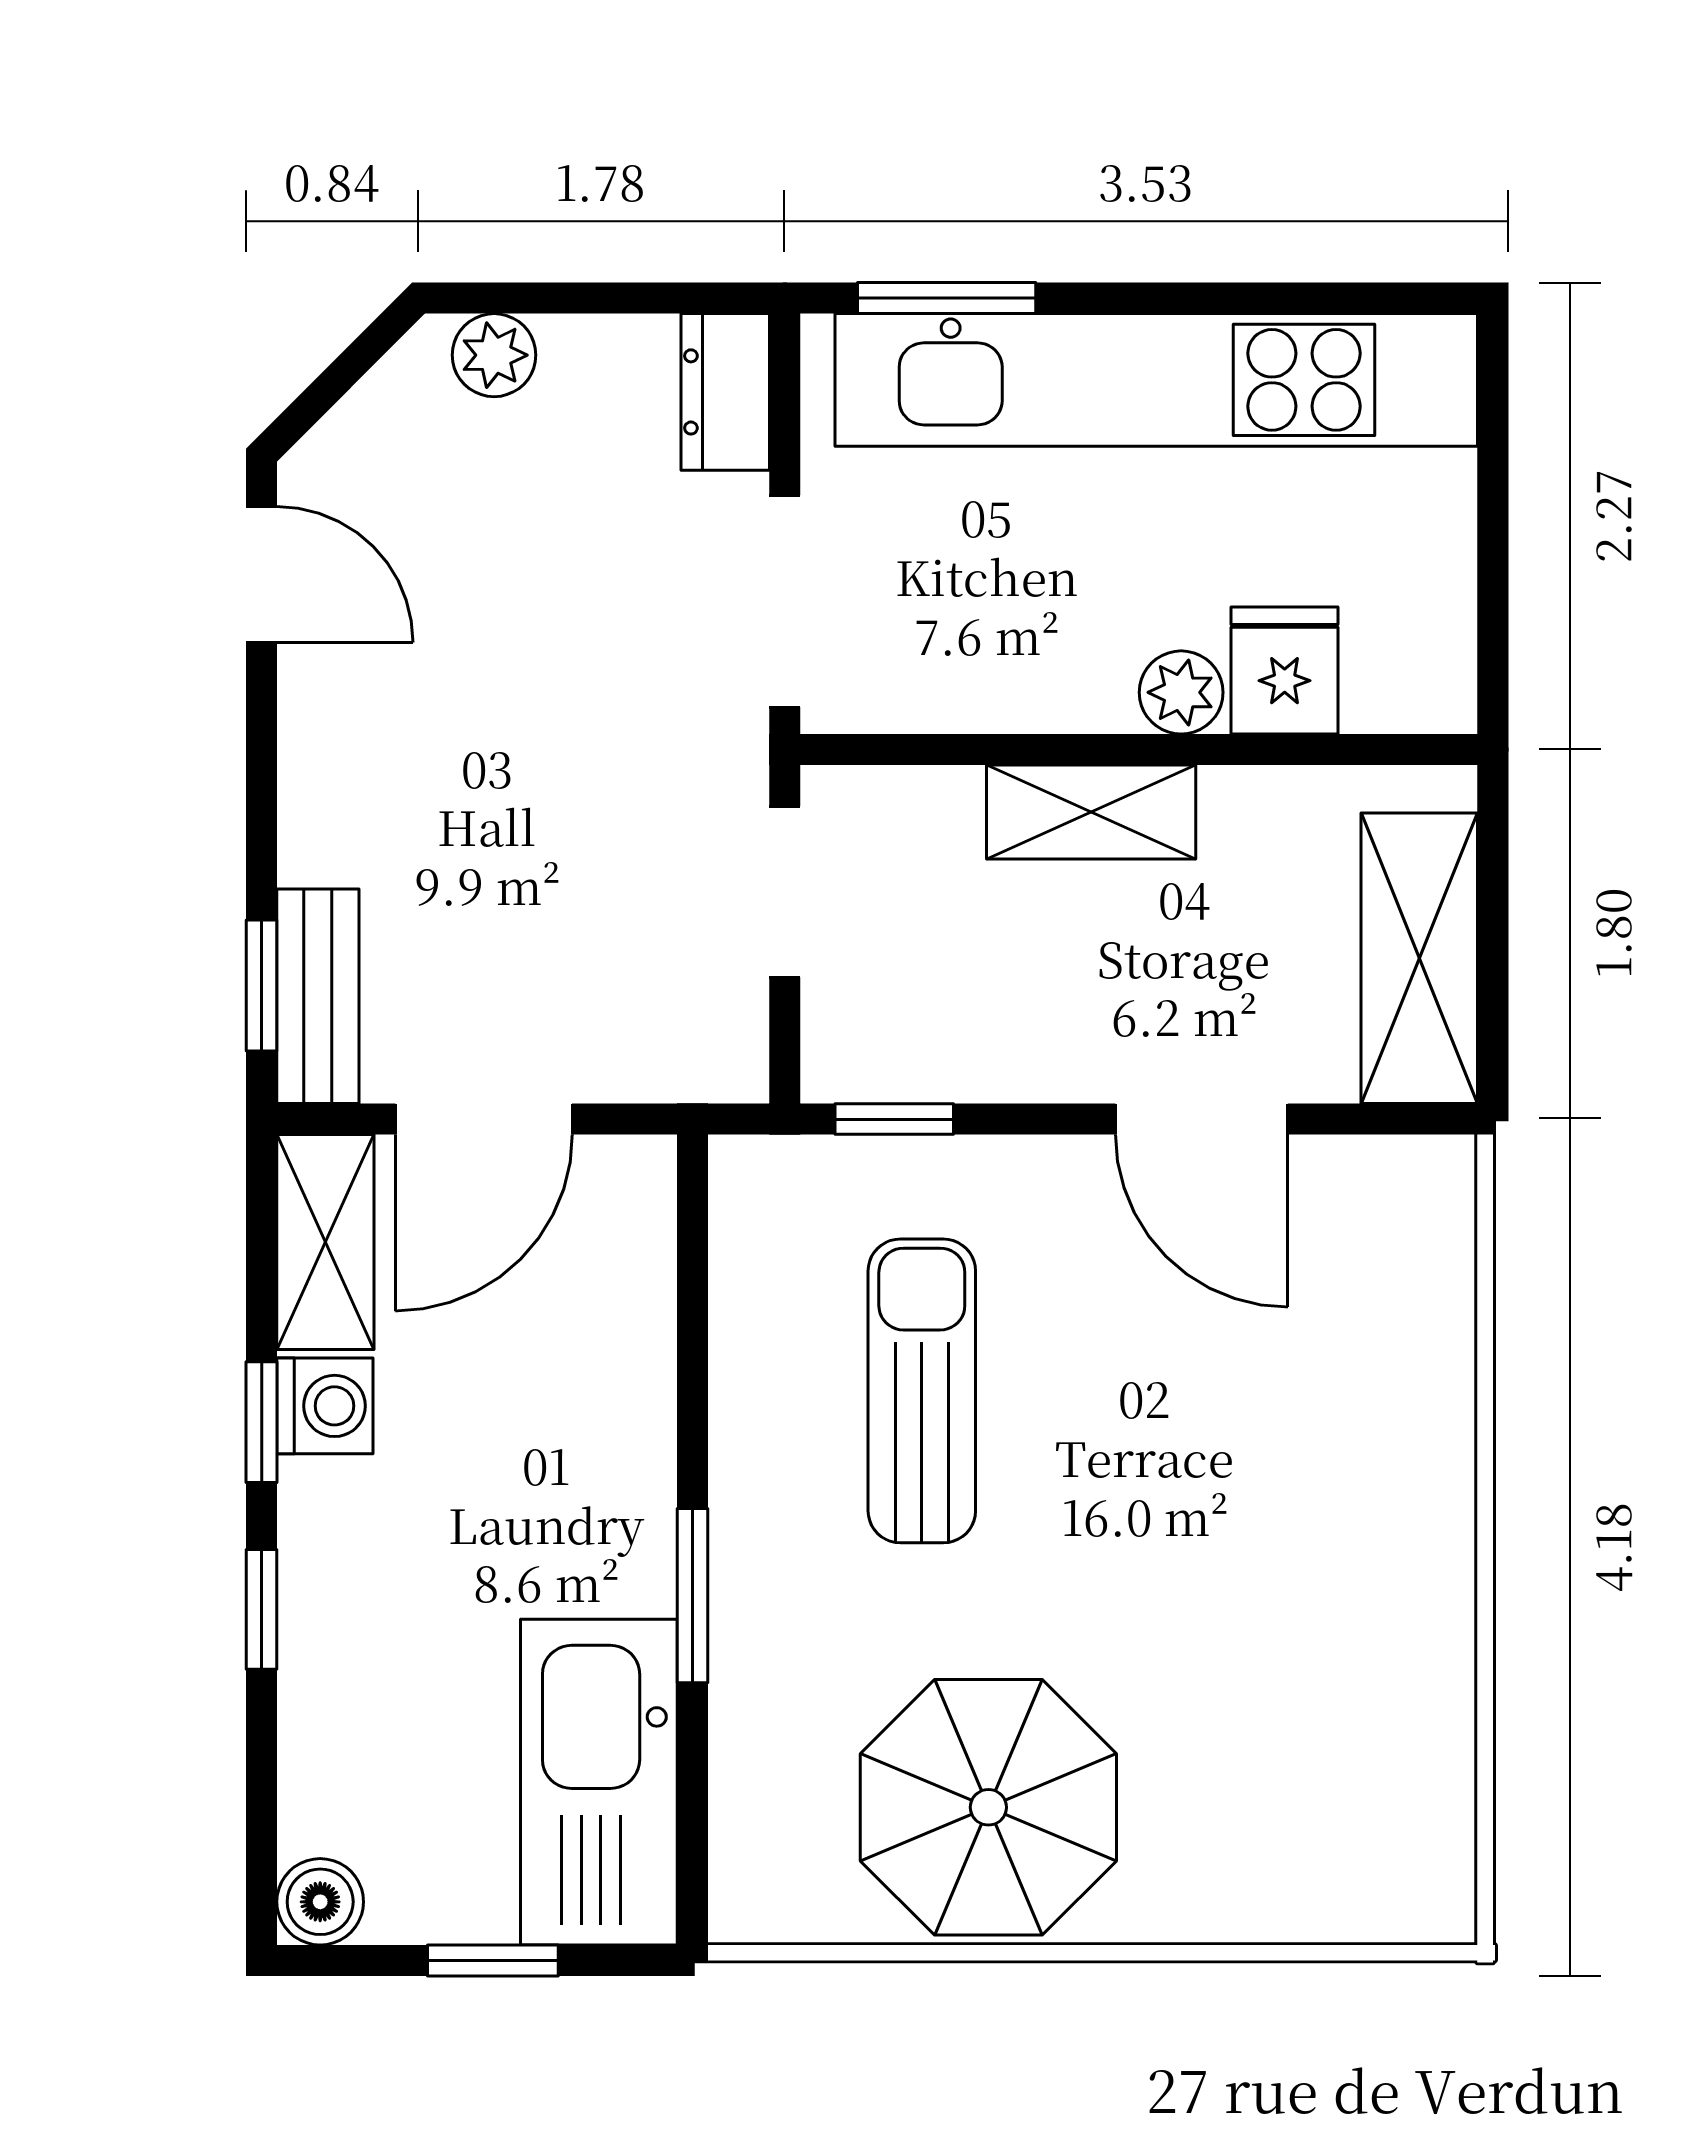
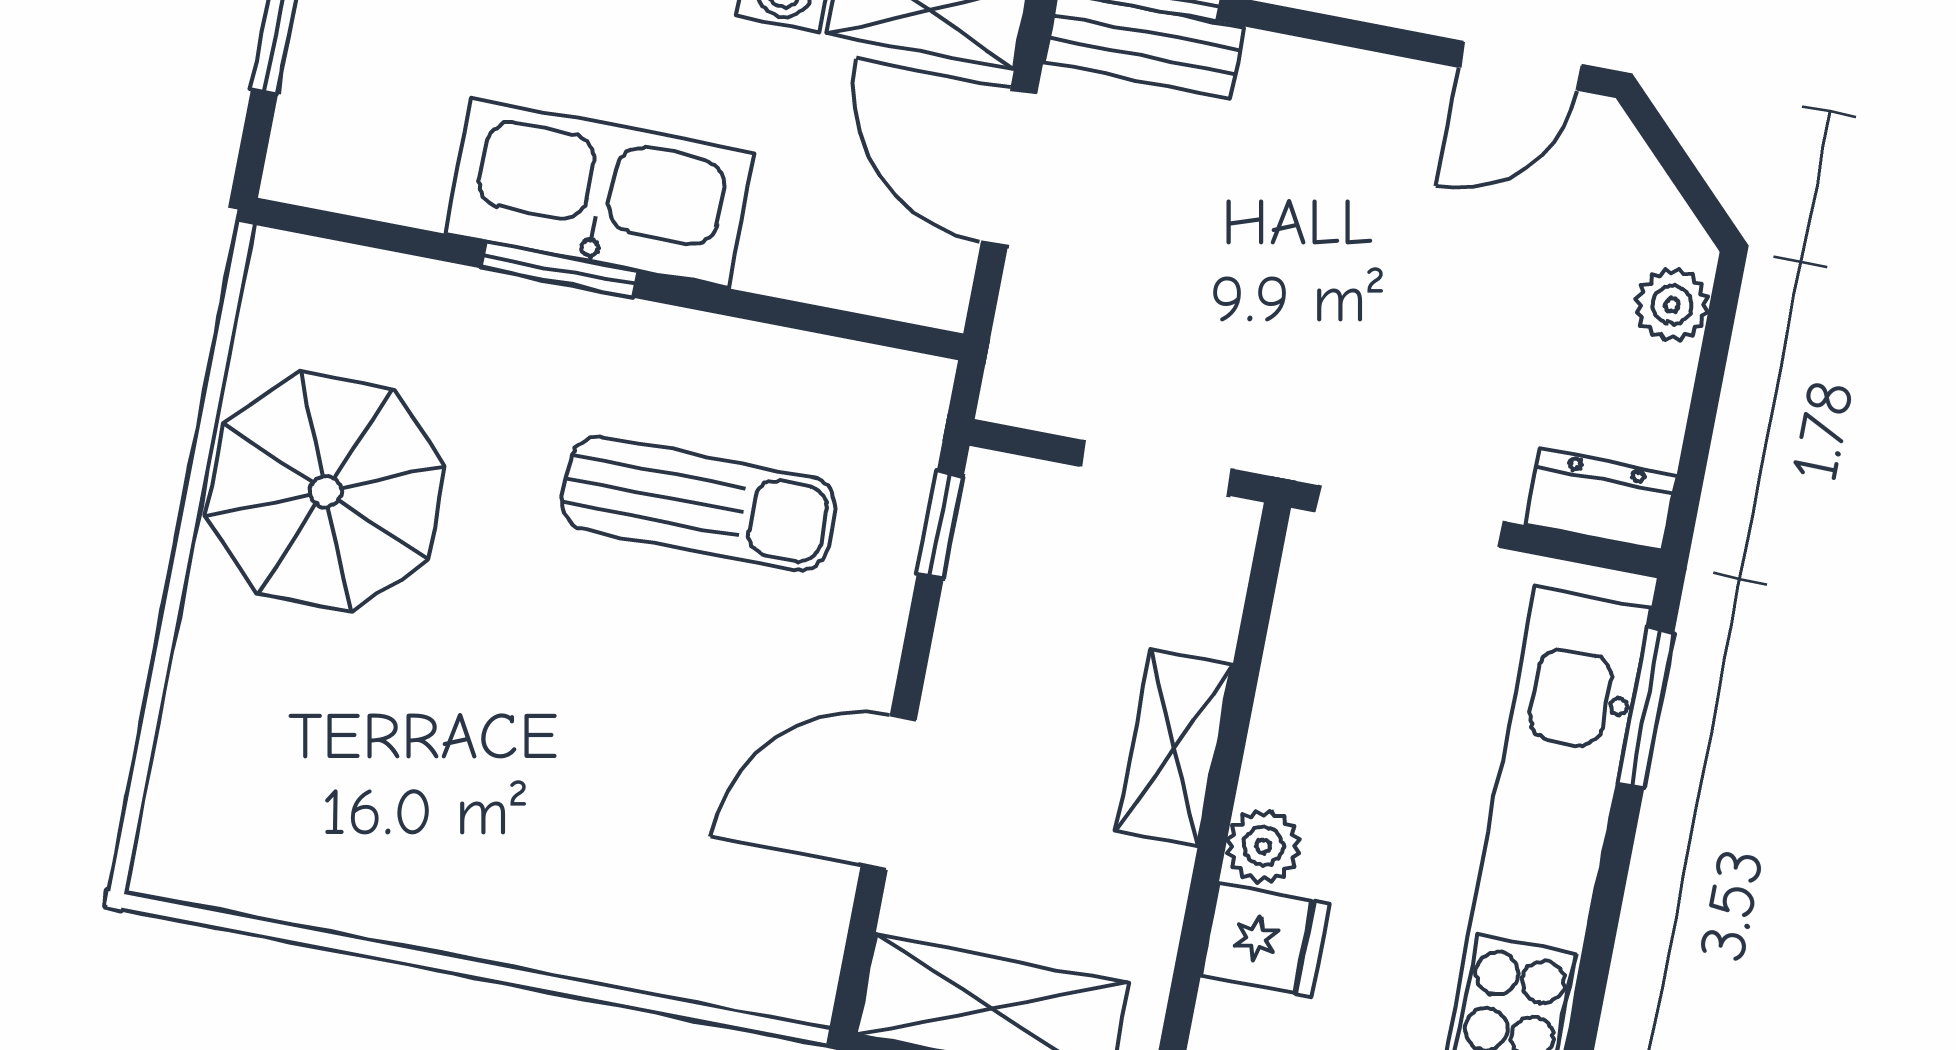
kitchen sink: (599, 1782) -> (600, 193), moved

